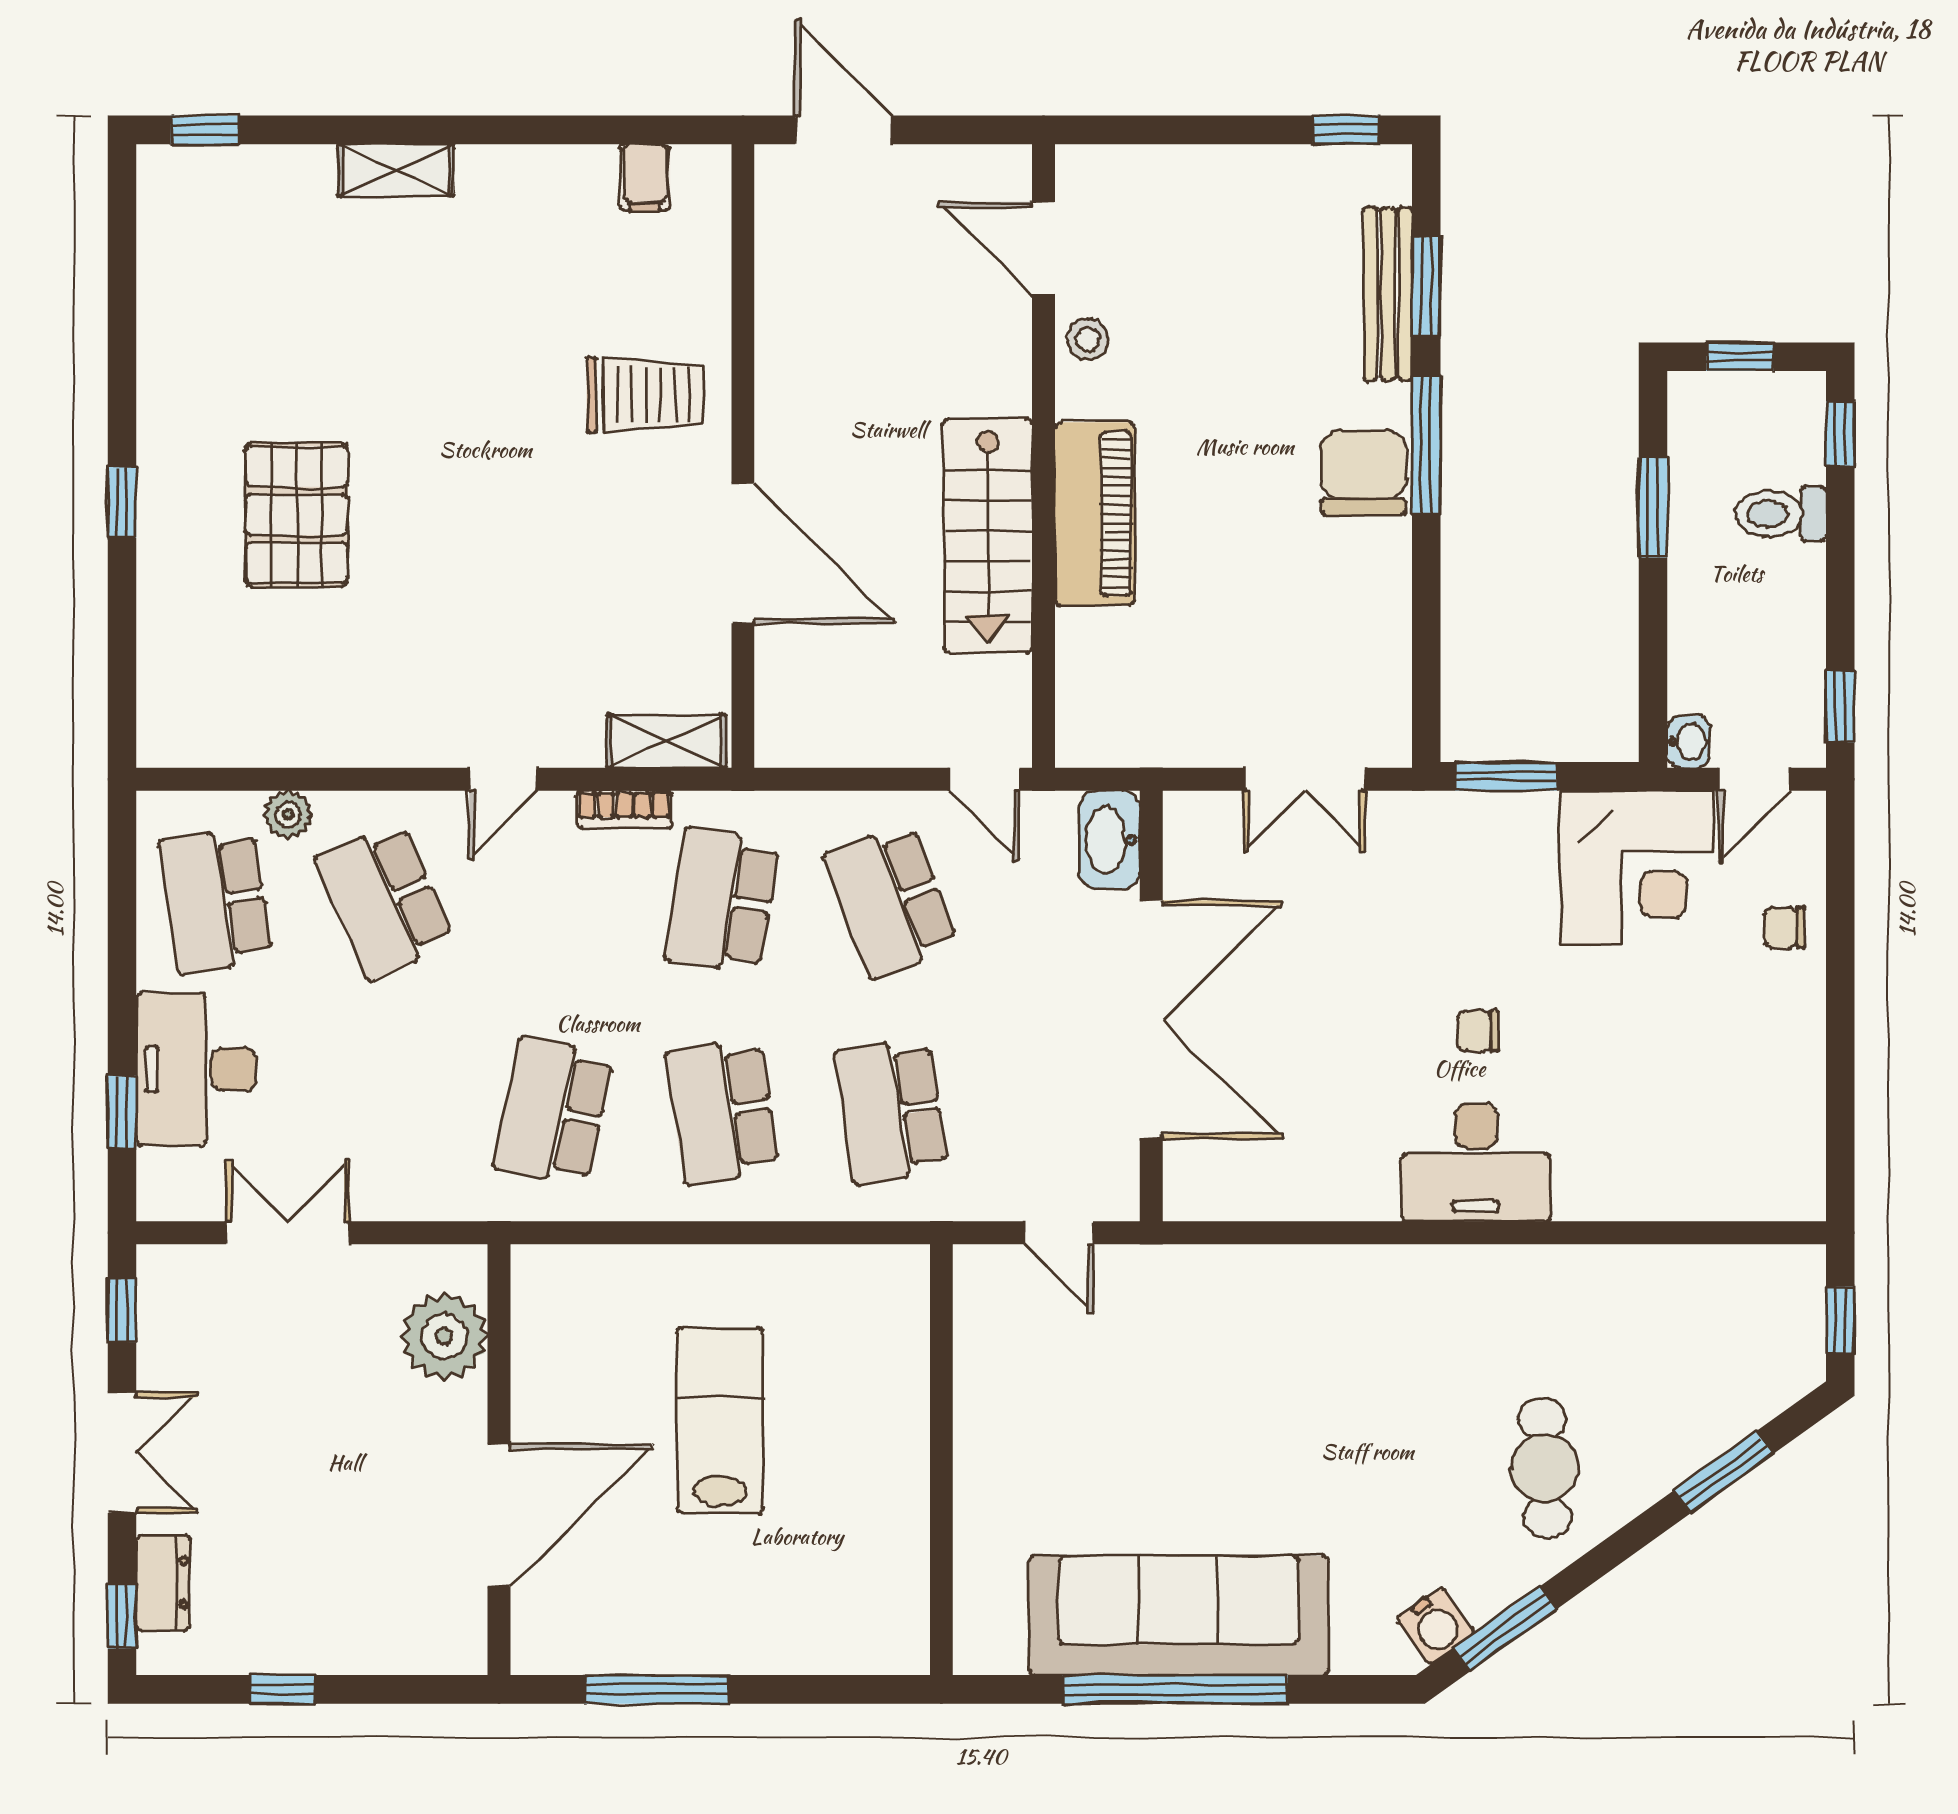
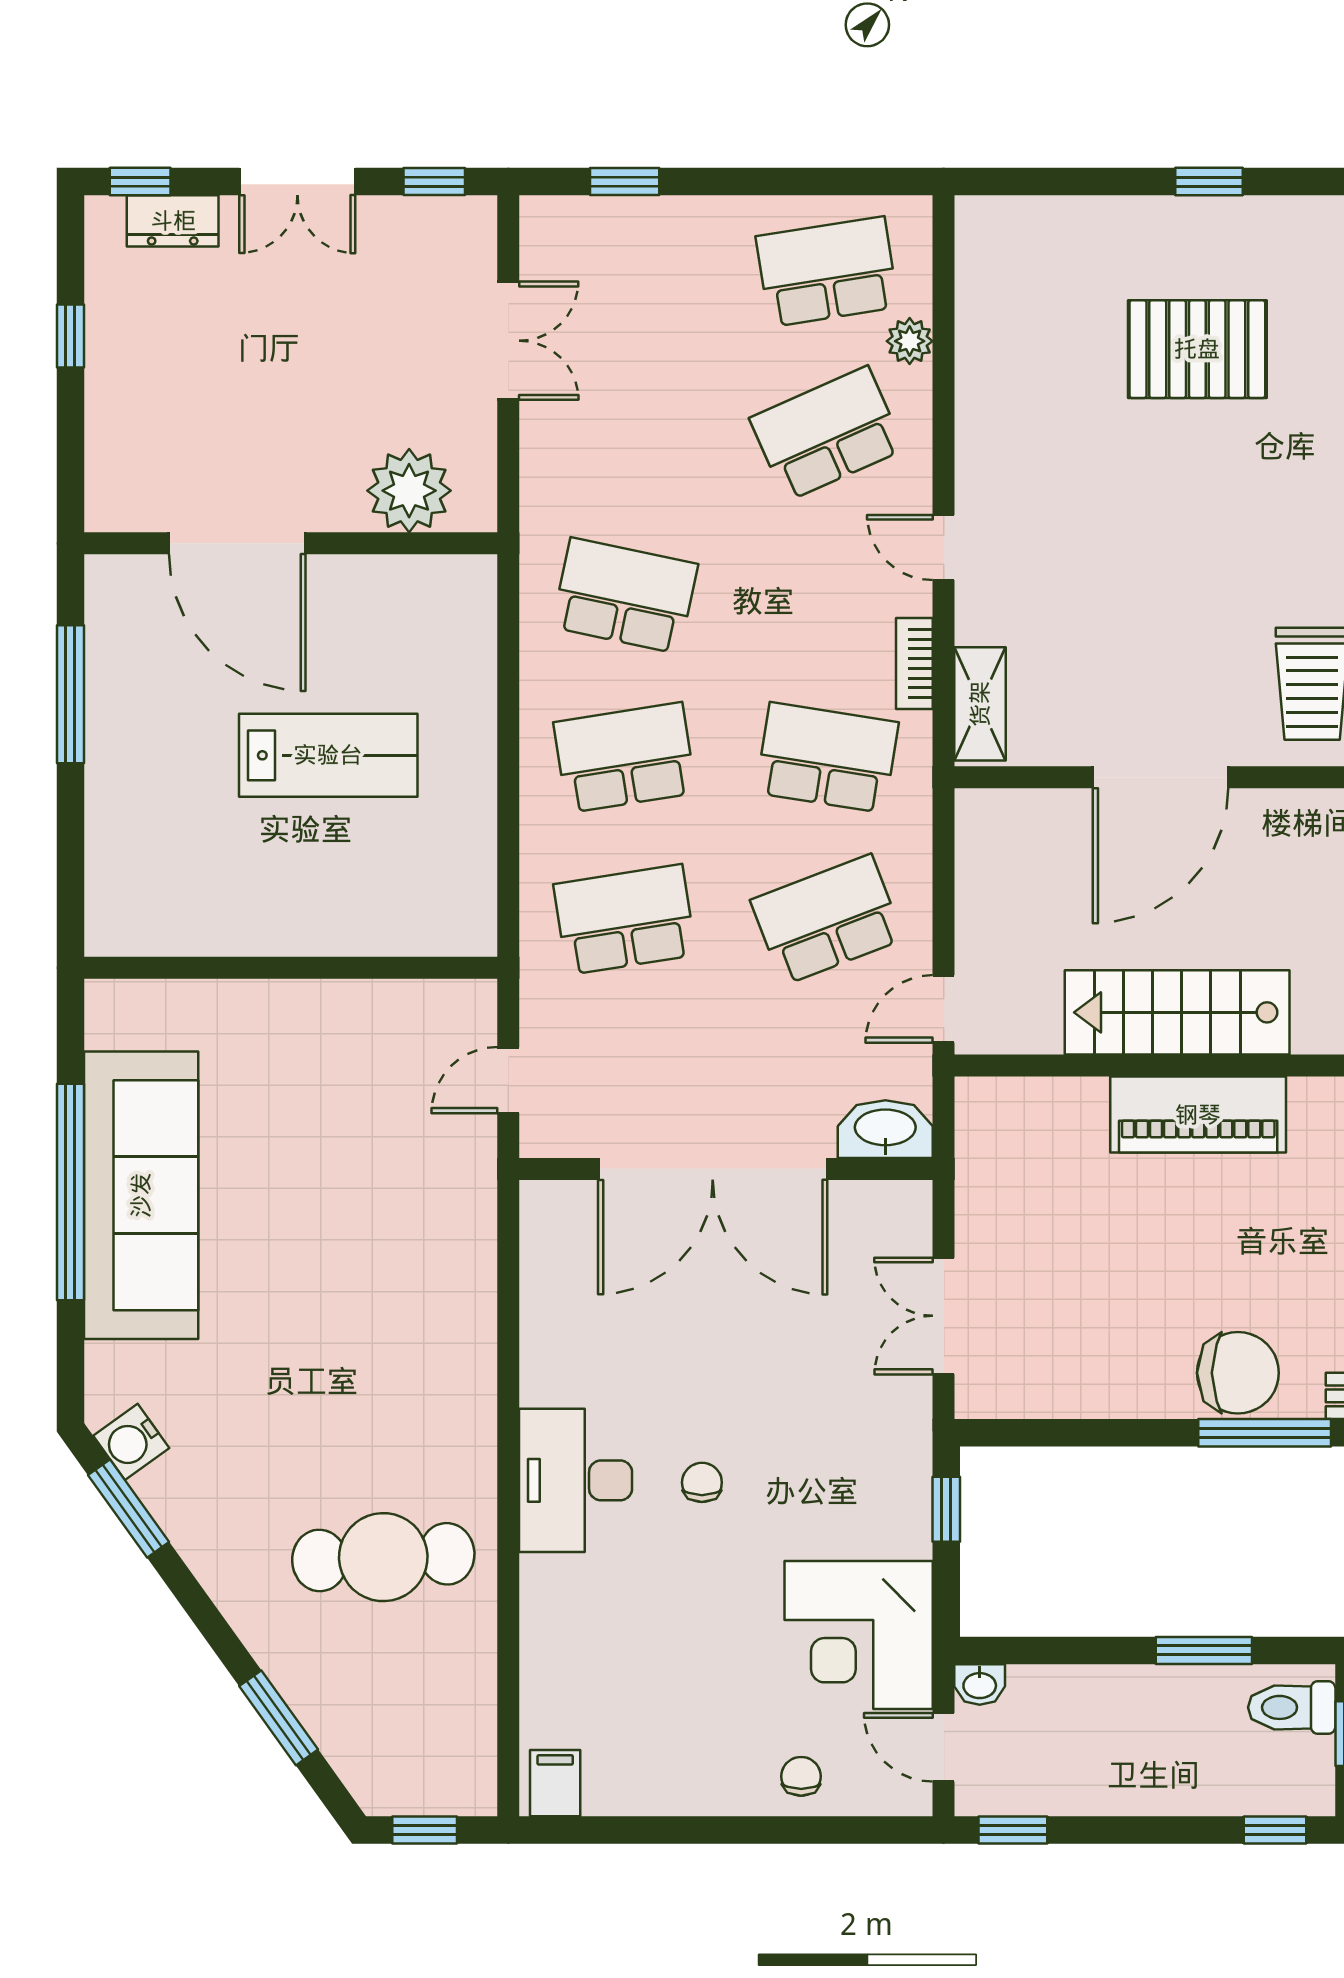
toilet: (1781, 514) -> (1292, 1707), moved, turned -90
window: (1506, 776) -> (946, 1509), width x0.67
desk: (196, 1069) -> (665, 253), removed
filing cabinet: (1791, 1184) -> (555, 1783), added
cafe table: (1545, 1468) -> (383, 1557), moved, width x1.37, depth x1.35

